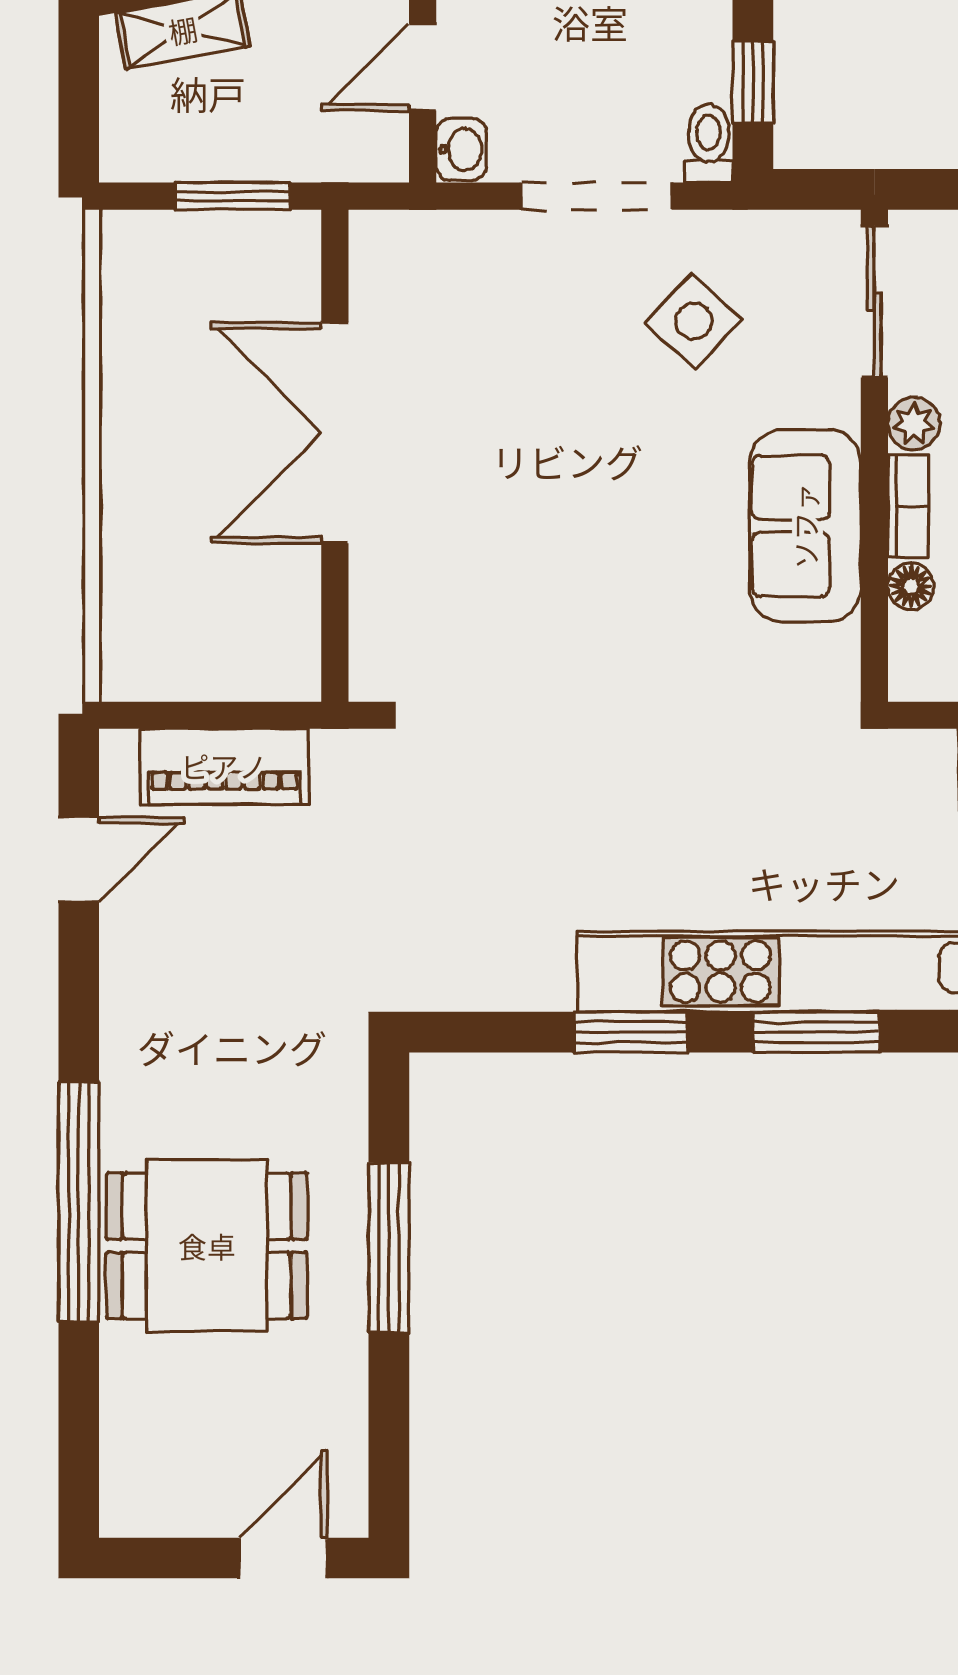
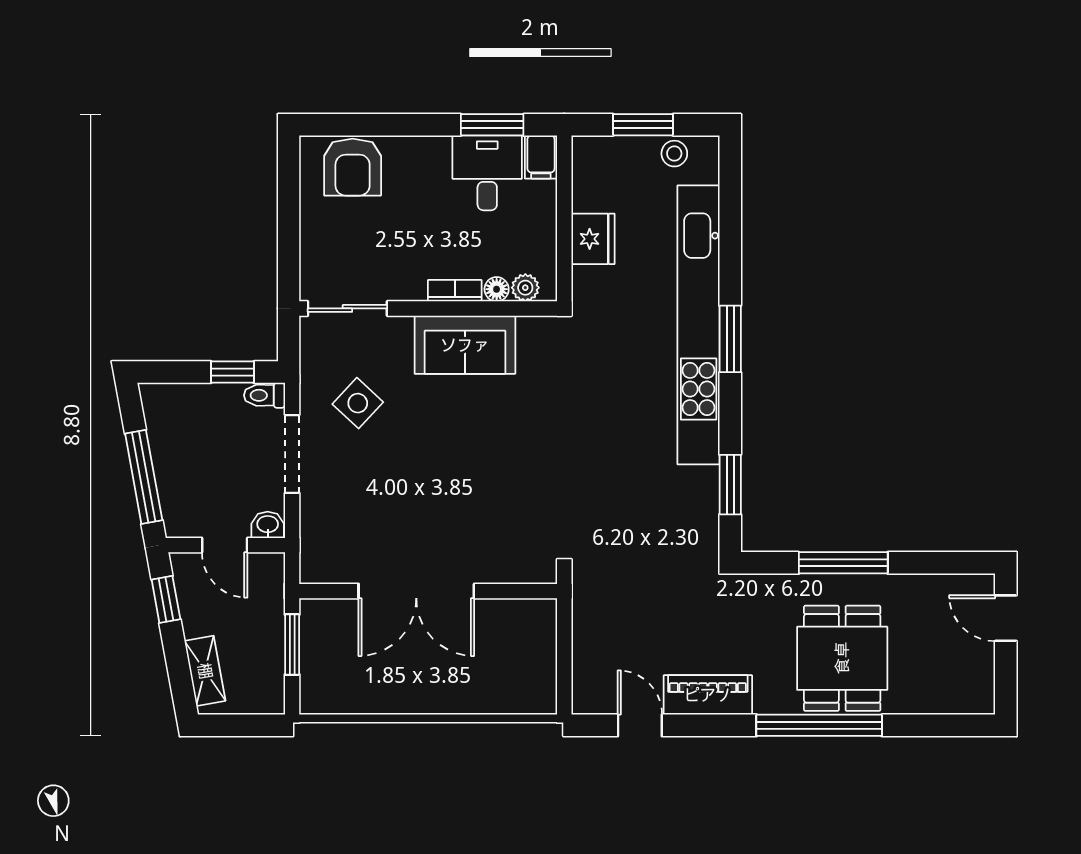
plant: (914, 424) -> (525, 288), moved
piano: (224, 766) -> (708, 695), moved, turned -90
window: (631, 1032) -> (730, 485), moved

